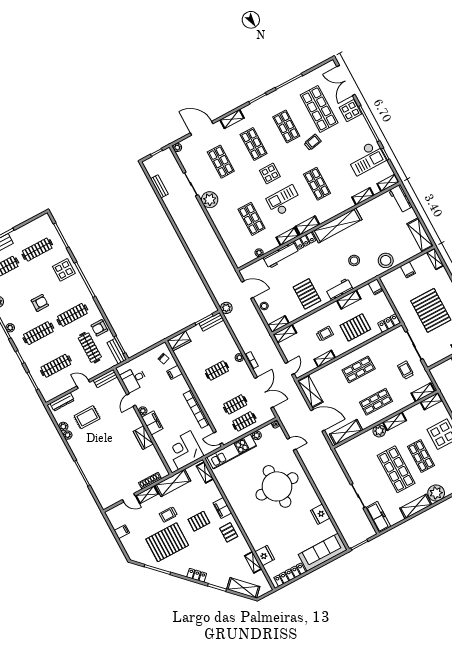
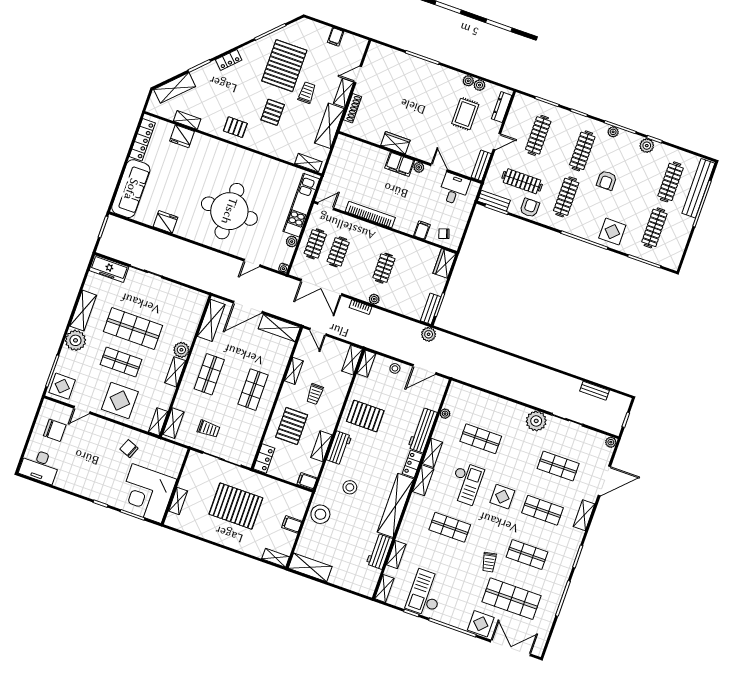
workbench: (400, 199) -> (379, 551), moved, turned -90
corner desk: (185, 450) -> (346, 166), removed
filing cabinet: (222, 508) -> (262, 144), removed

